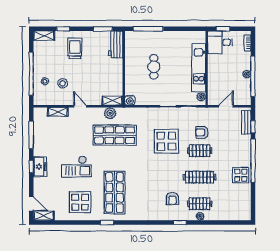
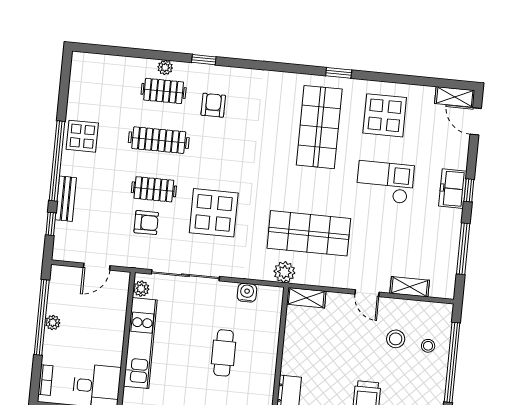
water cooler: (130, 100) -> (247, 293), moved
plant: (110, 113) -> (284, 272), moved
bench: (246, 122) -> (66, 199), moved

